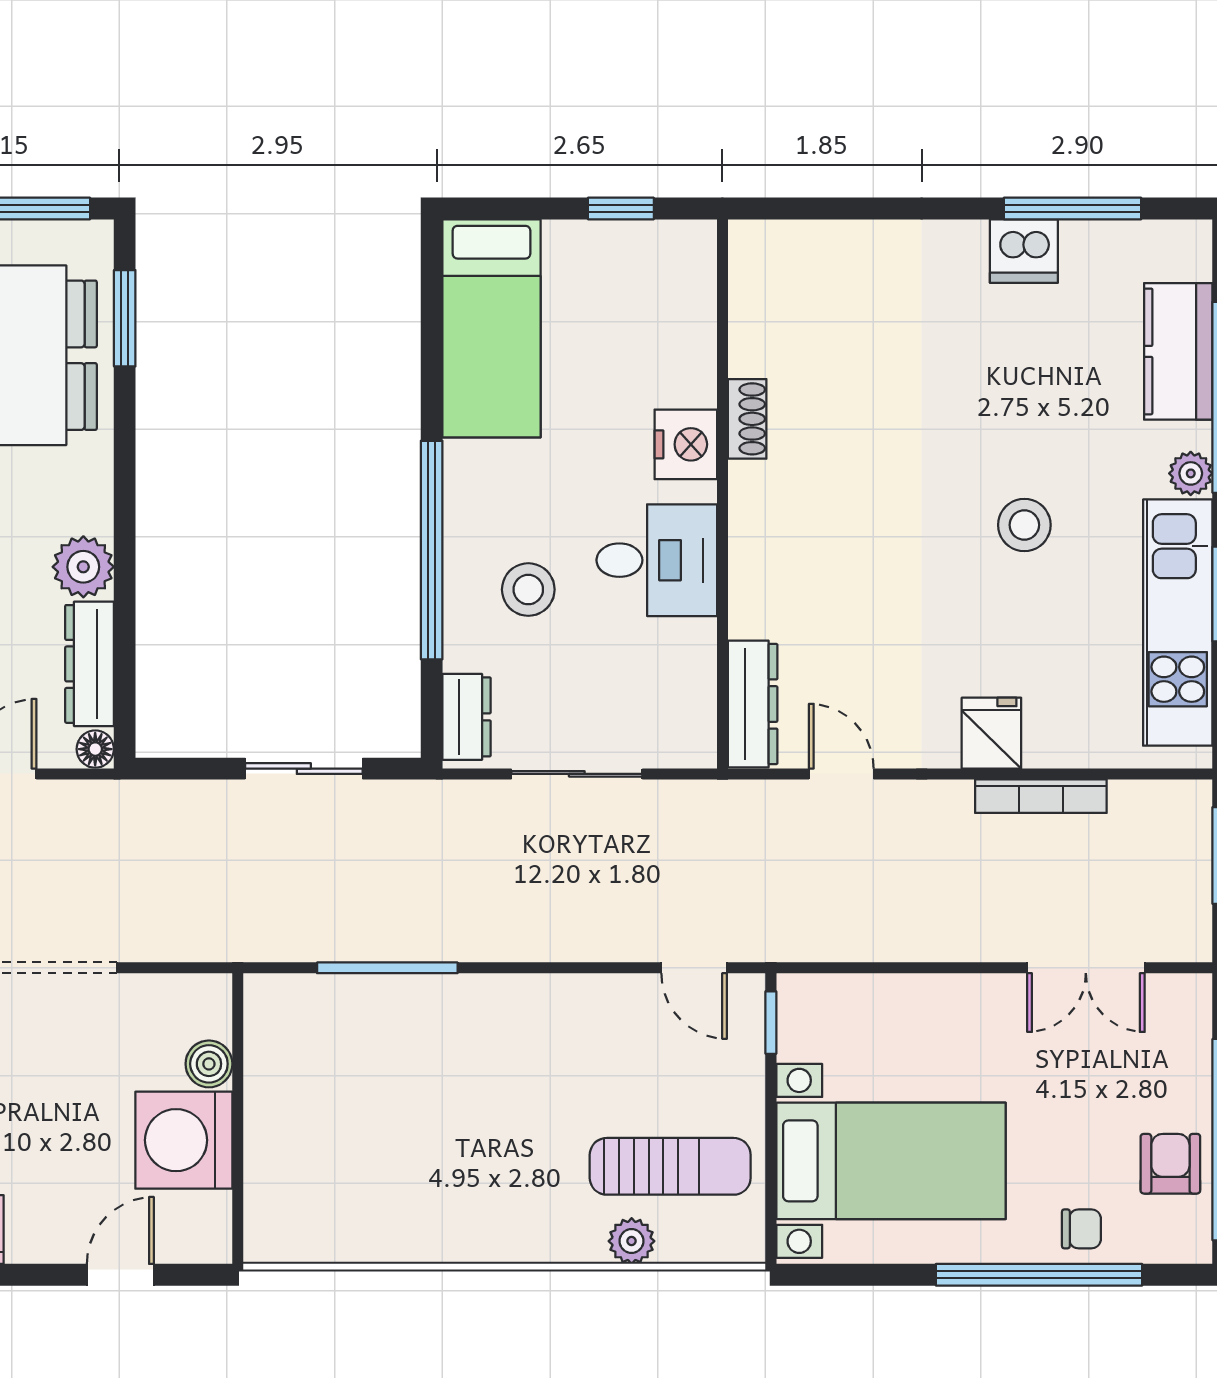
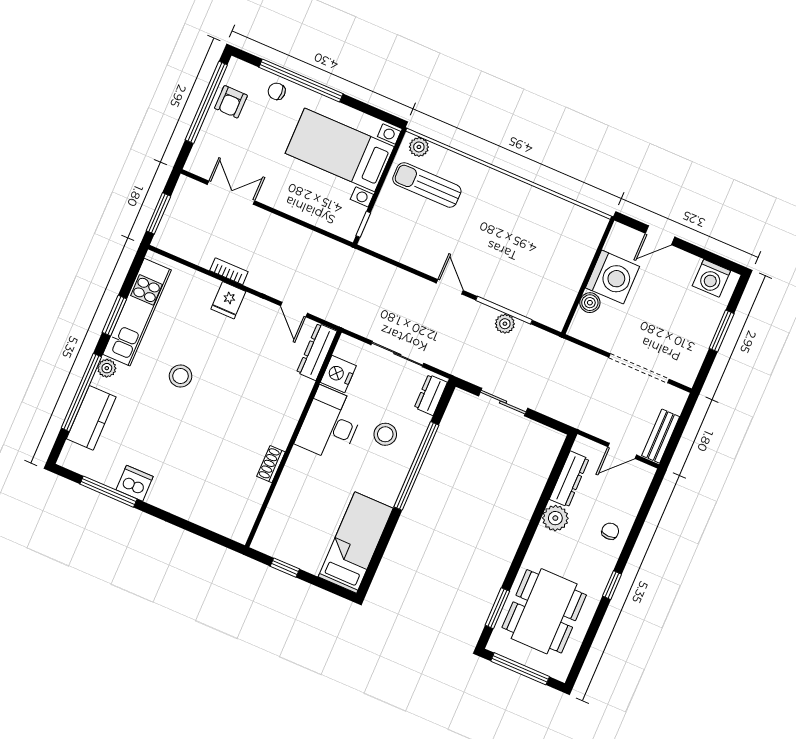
nightstand: (686, 444) -> (338, 374), moved
desk: (657, 560) -> (330, 424), width x1.37
floor lamp: (95, 749) -> (581, 445), removed
bookcase: (1041, 796) -> (229, 271), width x0.64
plant: (373, 939) -> (505, 324), added
door: (694, 968) -> (450, 287), moved
plant: (632, 1241) -> (419, 147), moved

